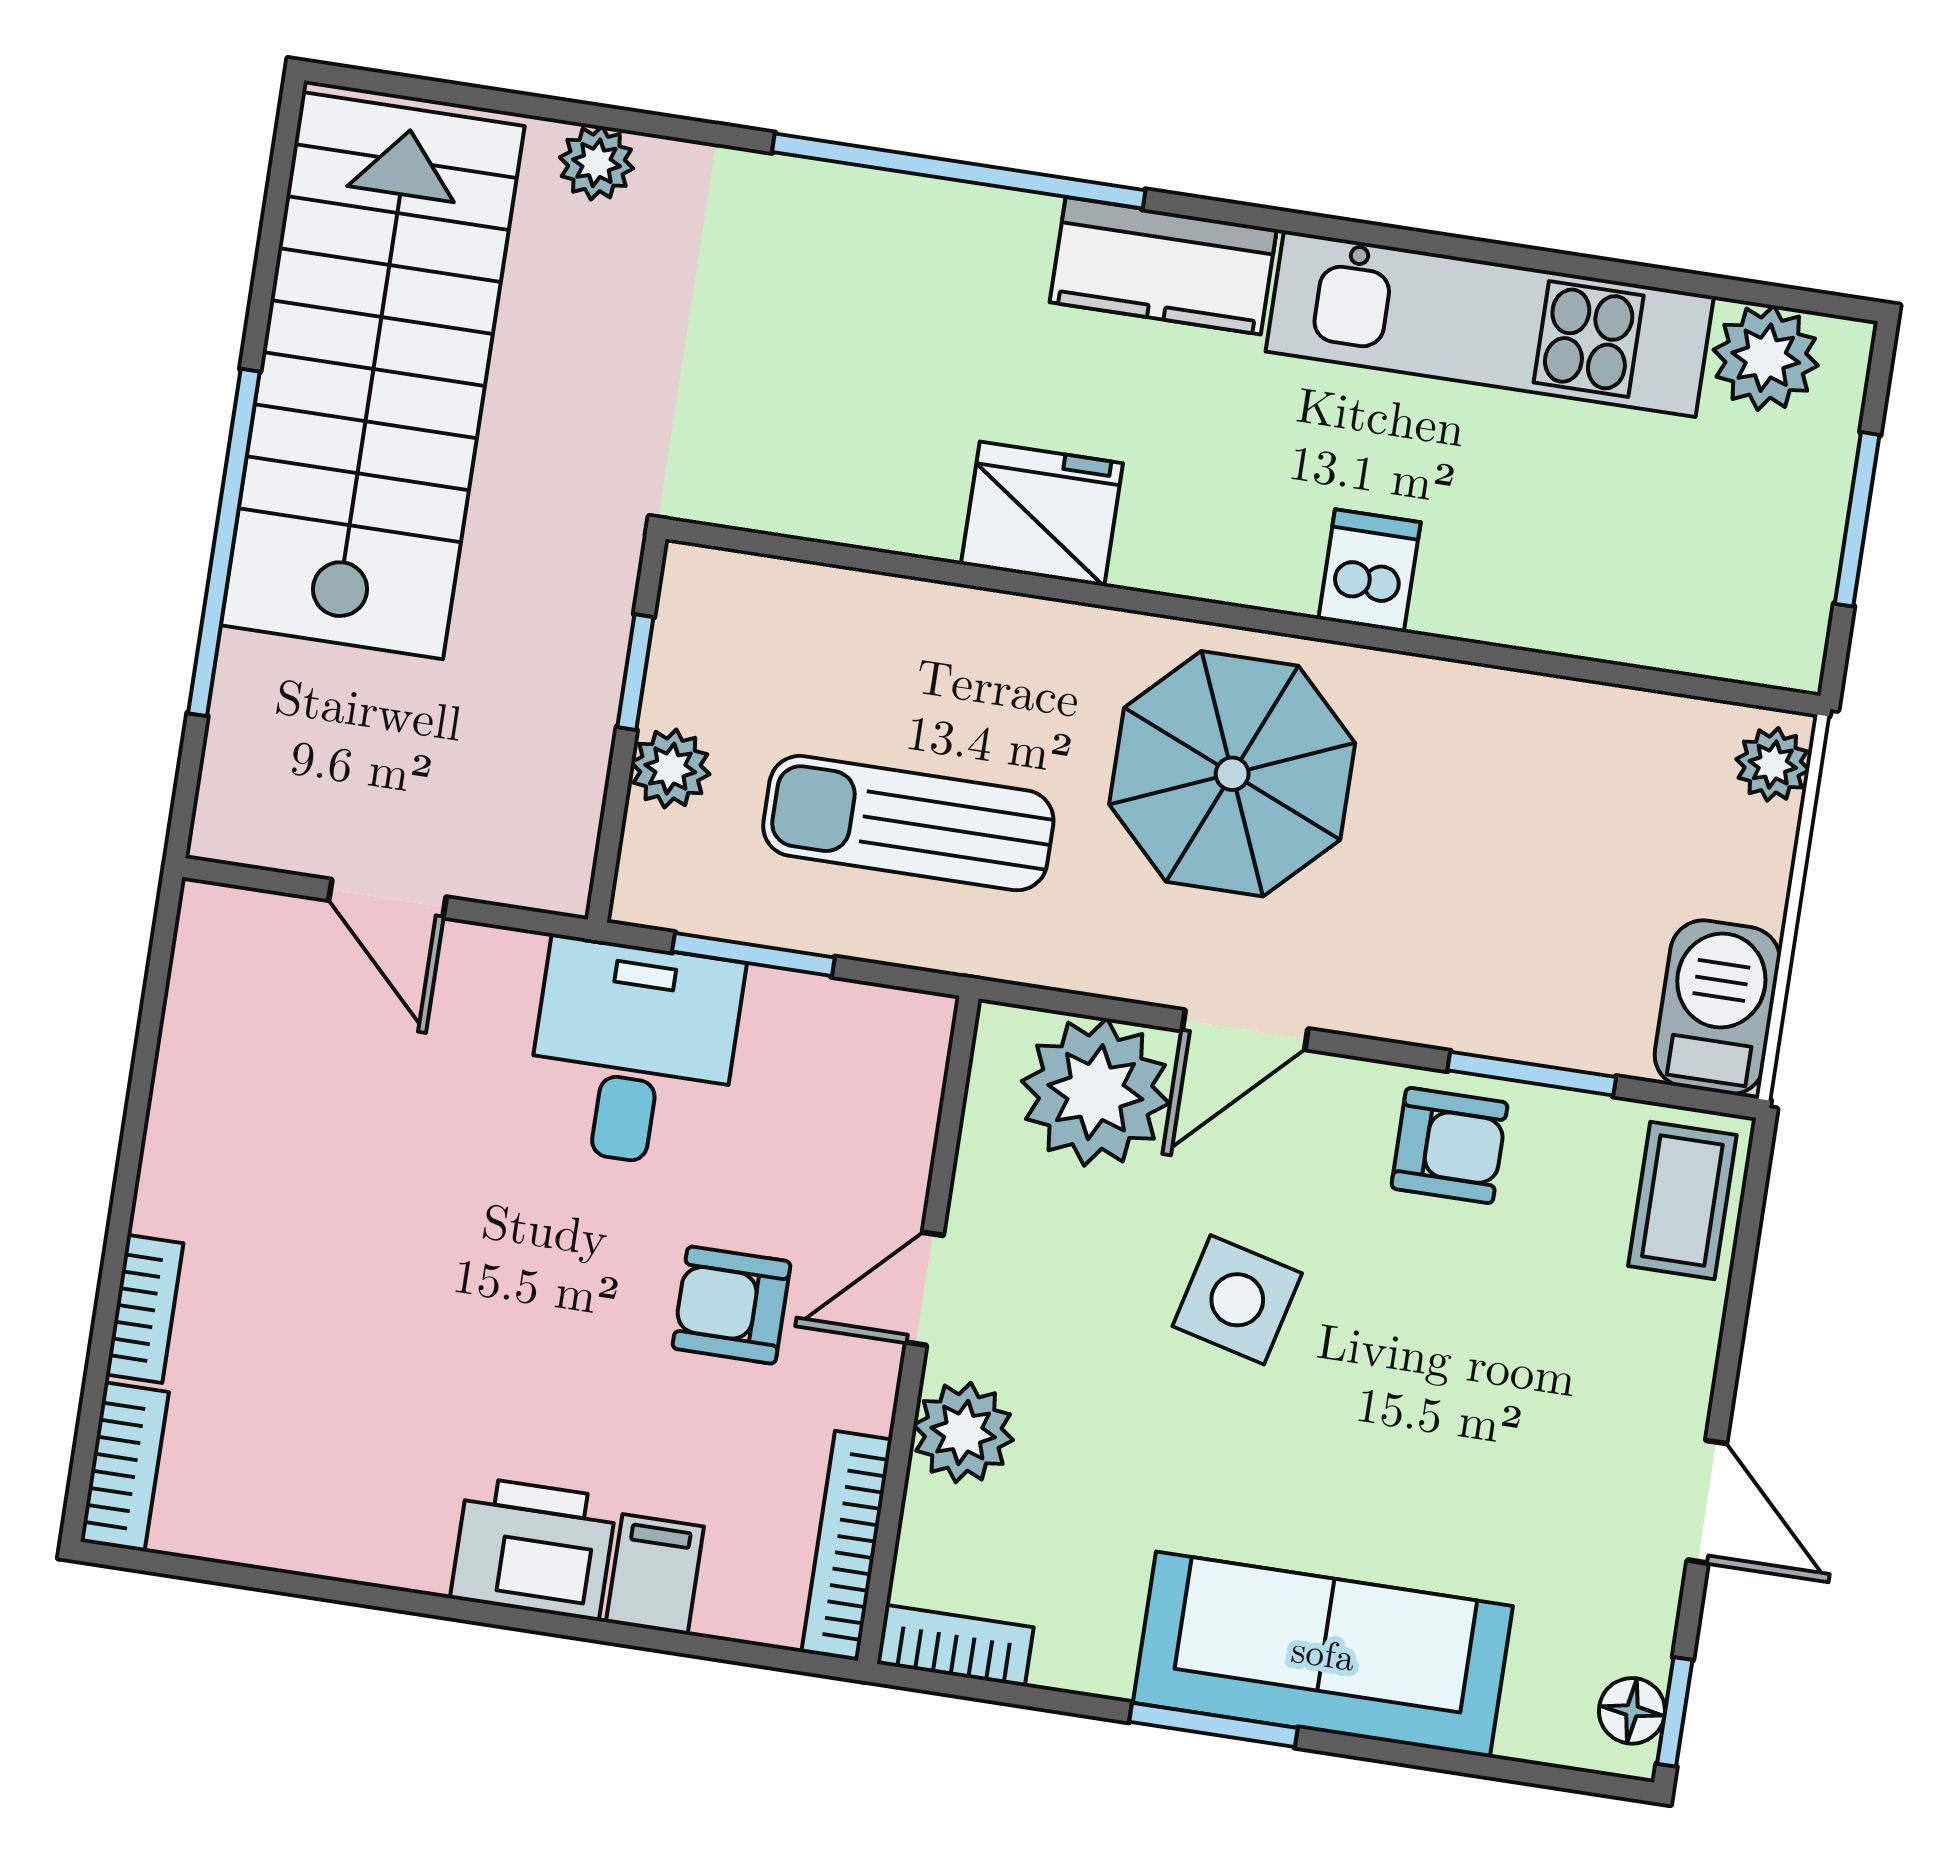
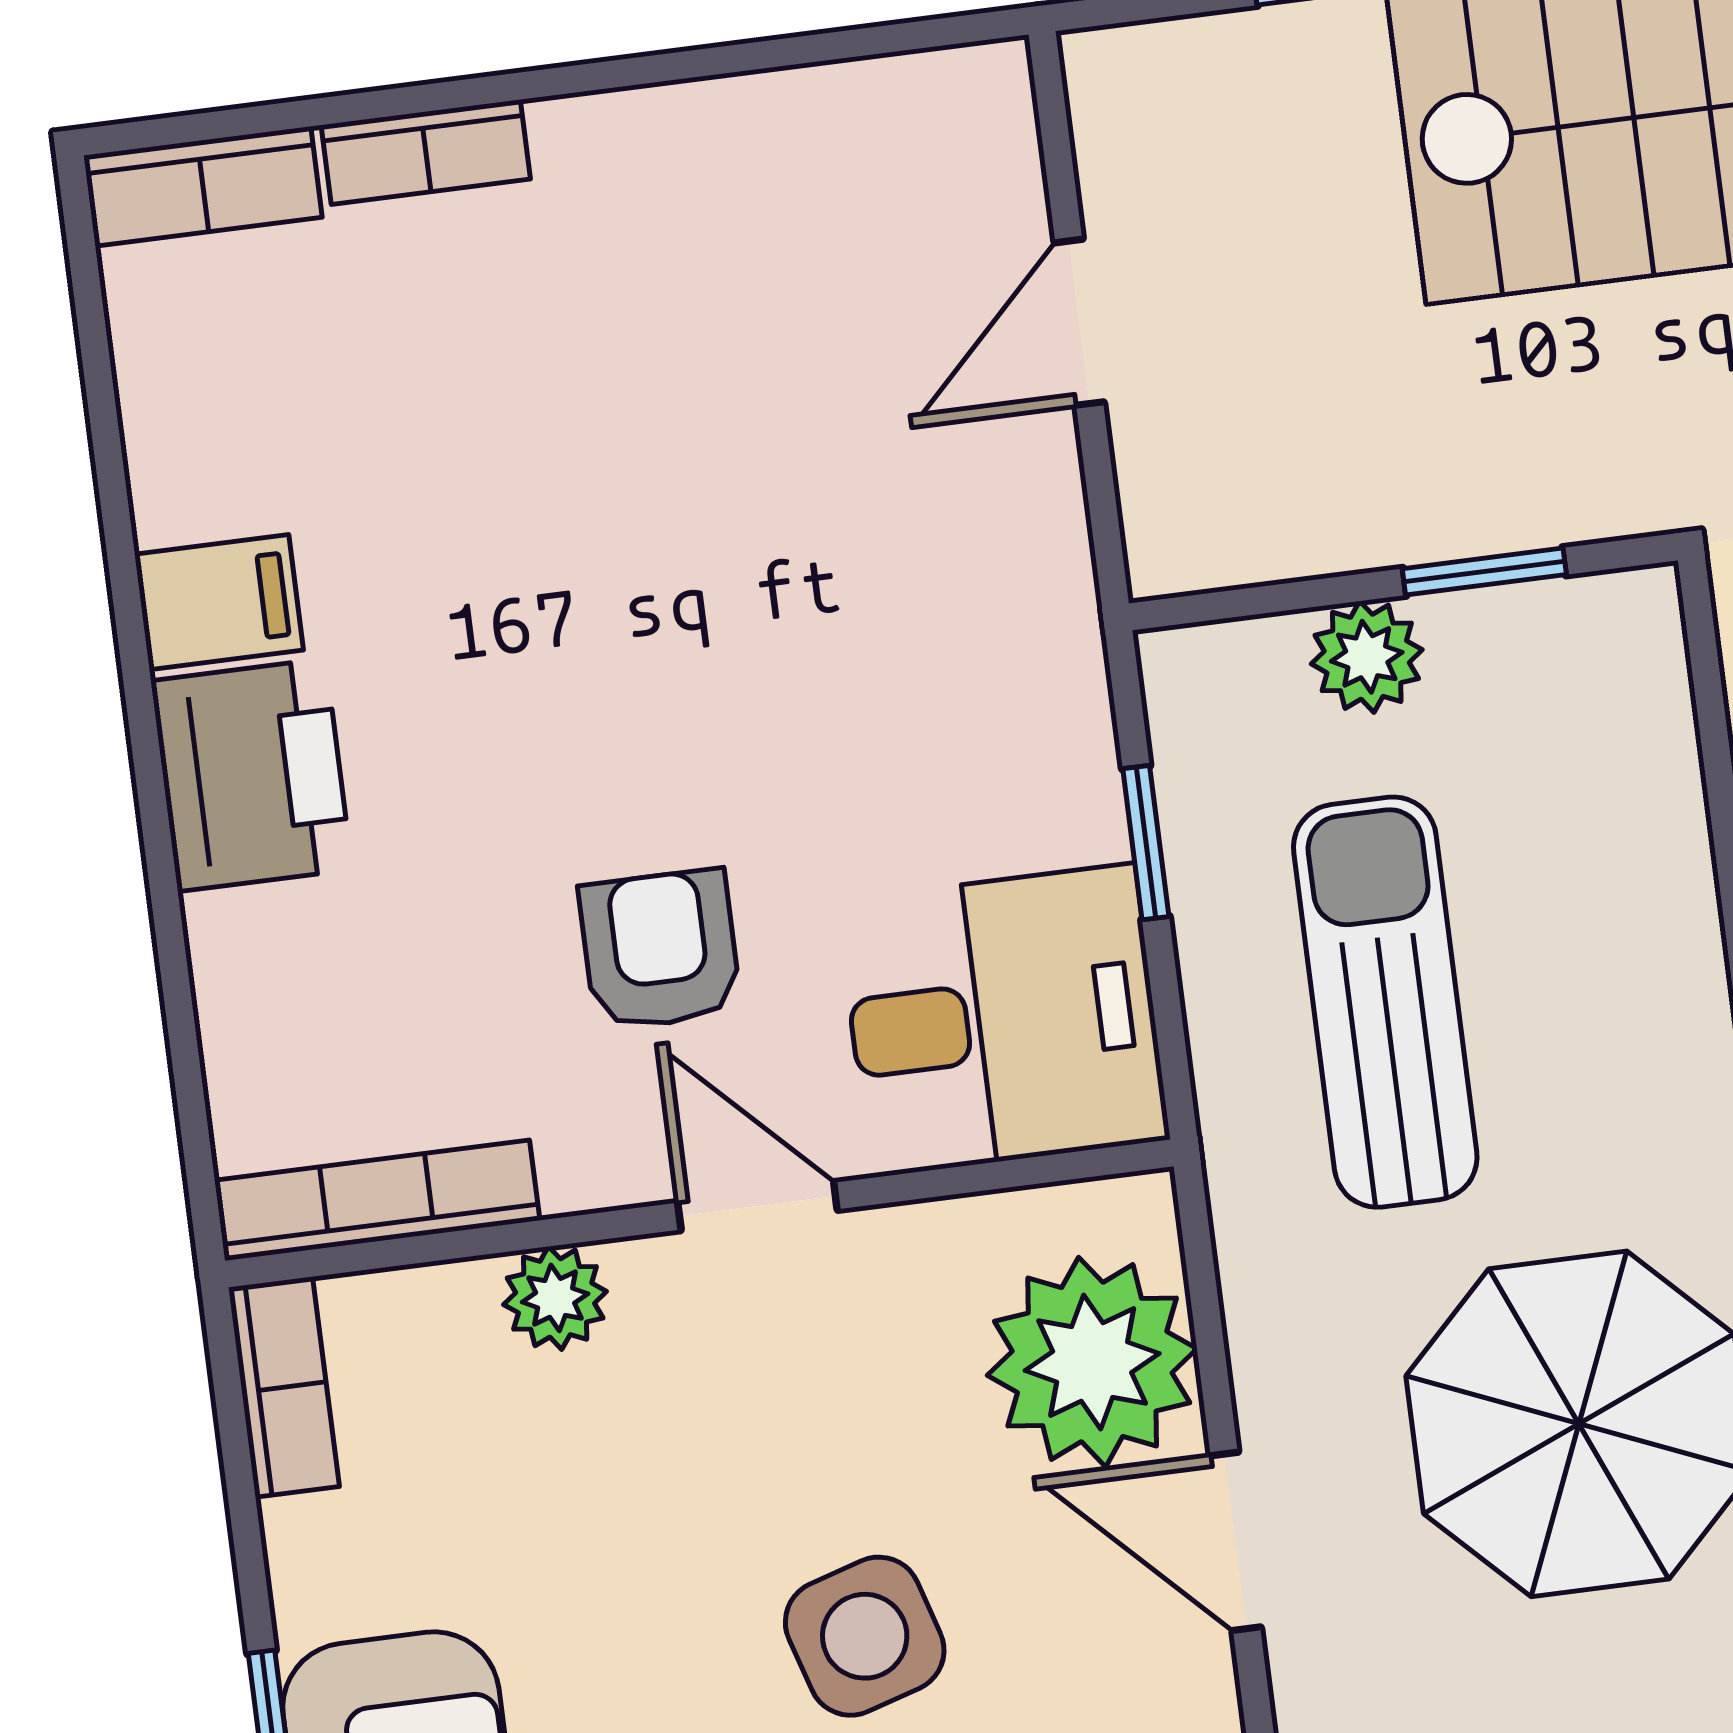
window: (753, 955) -> (1146, 843), width x0.67
desk: (633, 1053) -> (1003, 1020), moved
side table: (1237, 1300) -> (865, 1636), turned -31
plant: (963, 1433) -> (555, 1298), width x0.73, depth x0.73
filing cabinet: (655, 1574) -> (219, 602), moved

